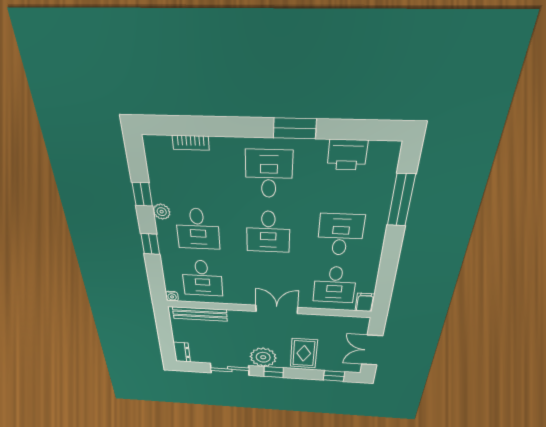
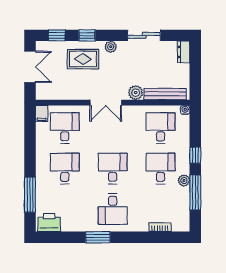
printer: (347, 155) -> (49, 222), moved
window: (142, 194) -> (195, 193), width x2.17
desk: (340, 235) -> (65, 169), turned 180
plant: (238, 318) -> (136, 93), added
rug: (304, 353) -> (83, 59), turned 90
plant: (263, 357) -> (111, 47), width x0.53, depth x0.53
window: (274, 372) -> (87, 35), moved

